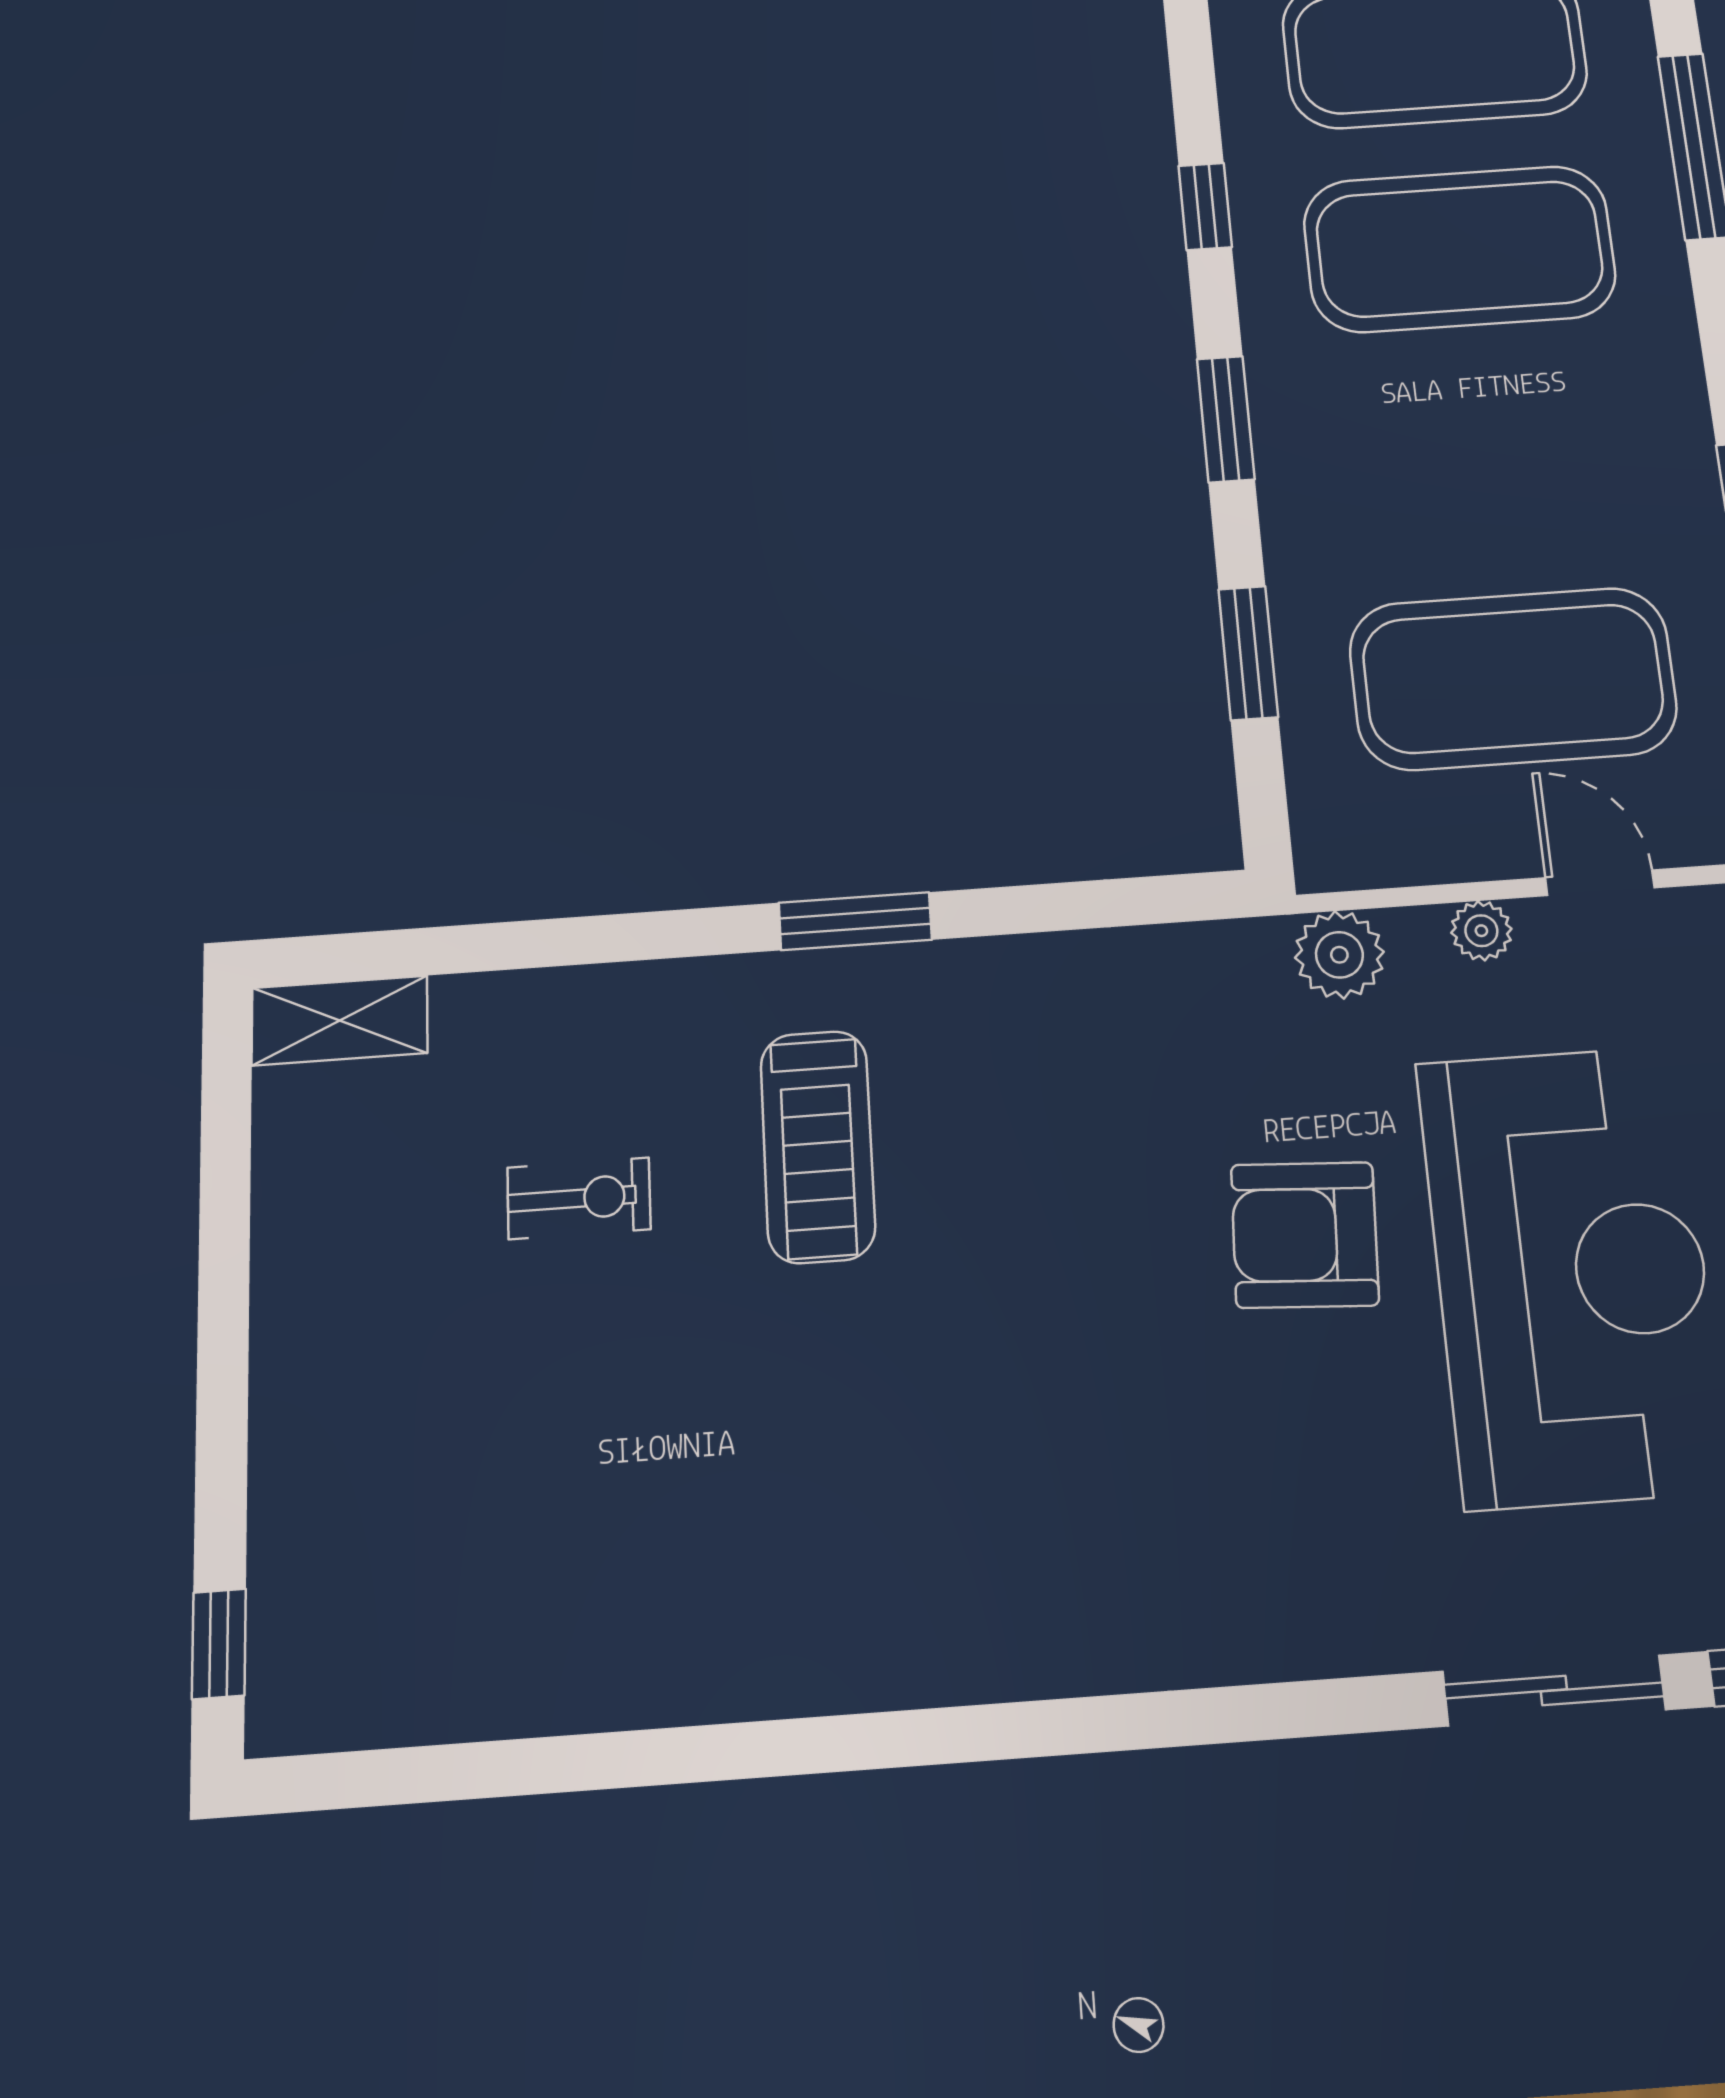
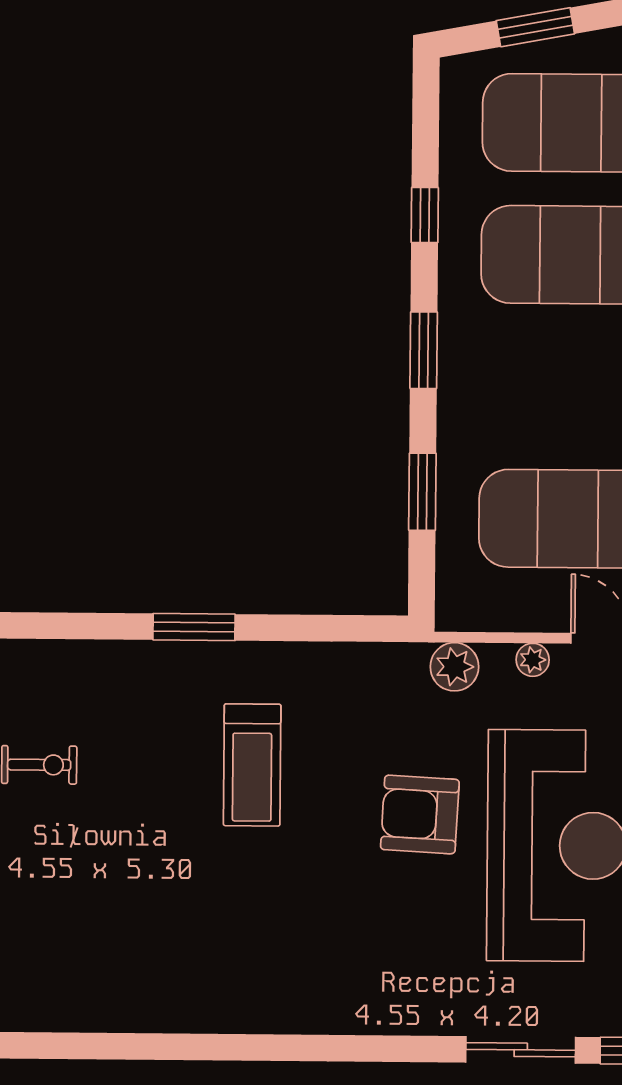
treadmill: (818, 1146) -> (252, 765), moved

